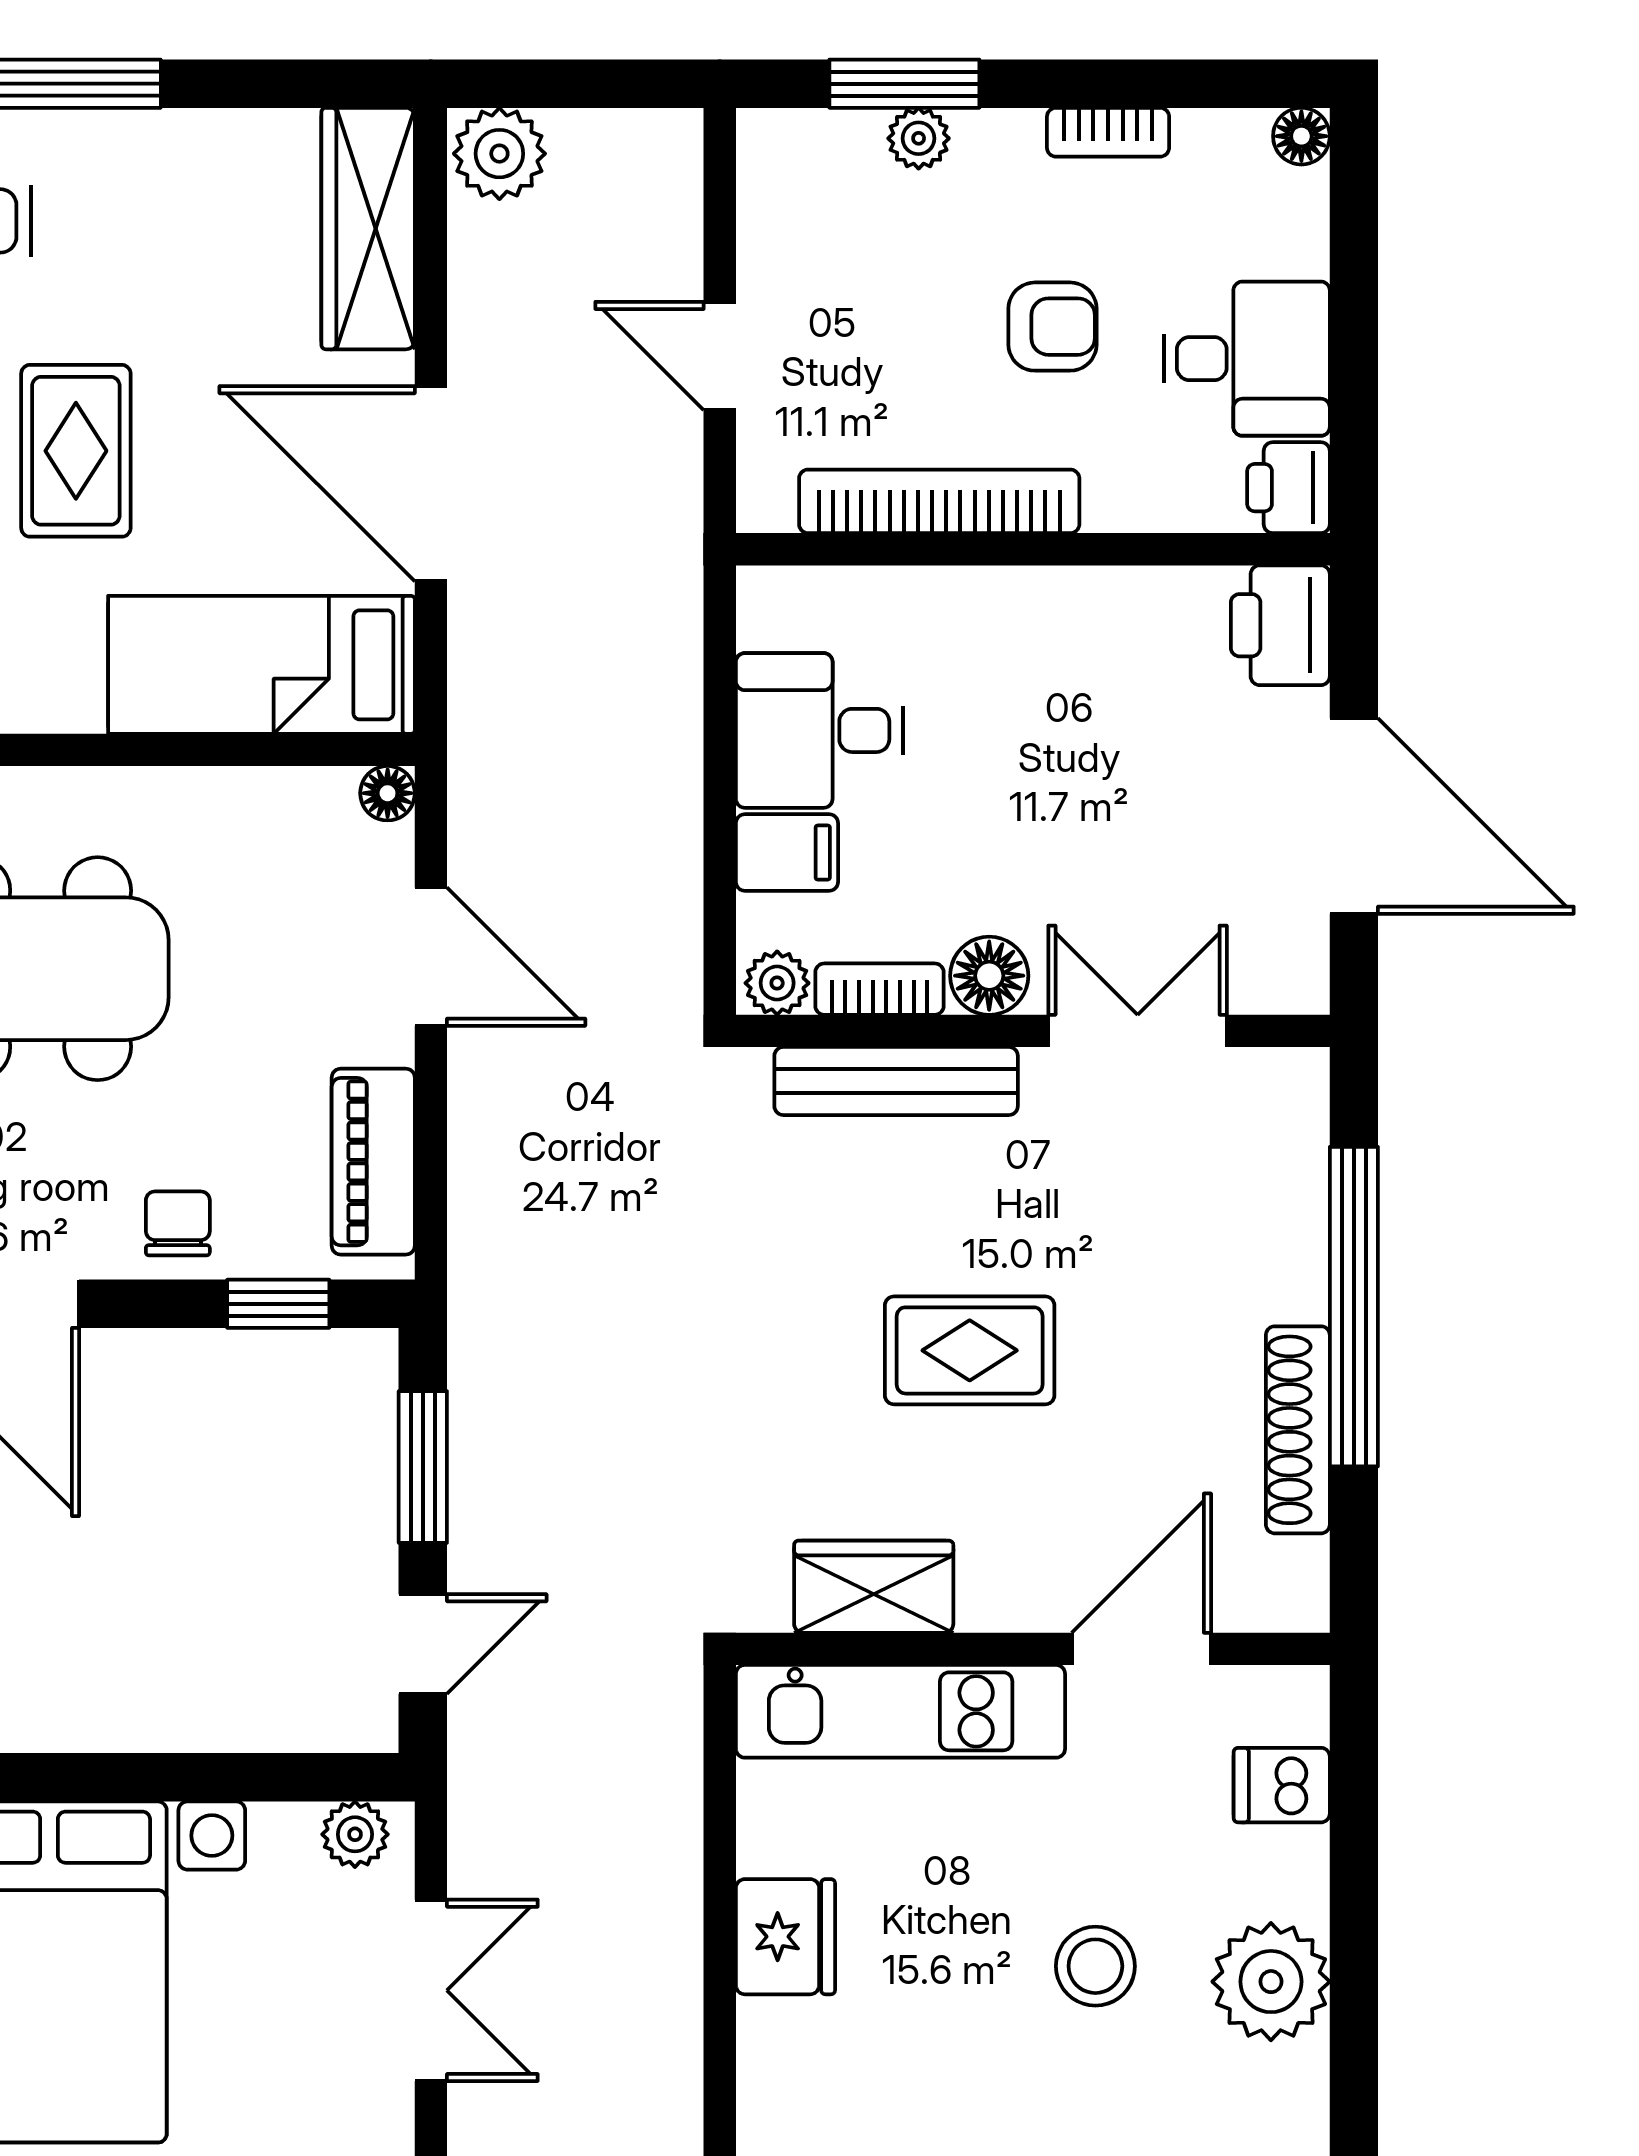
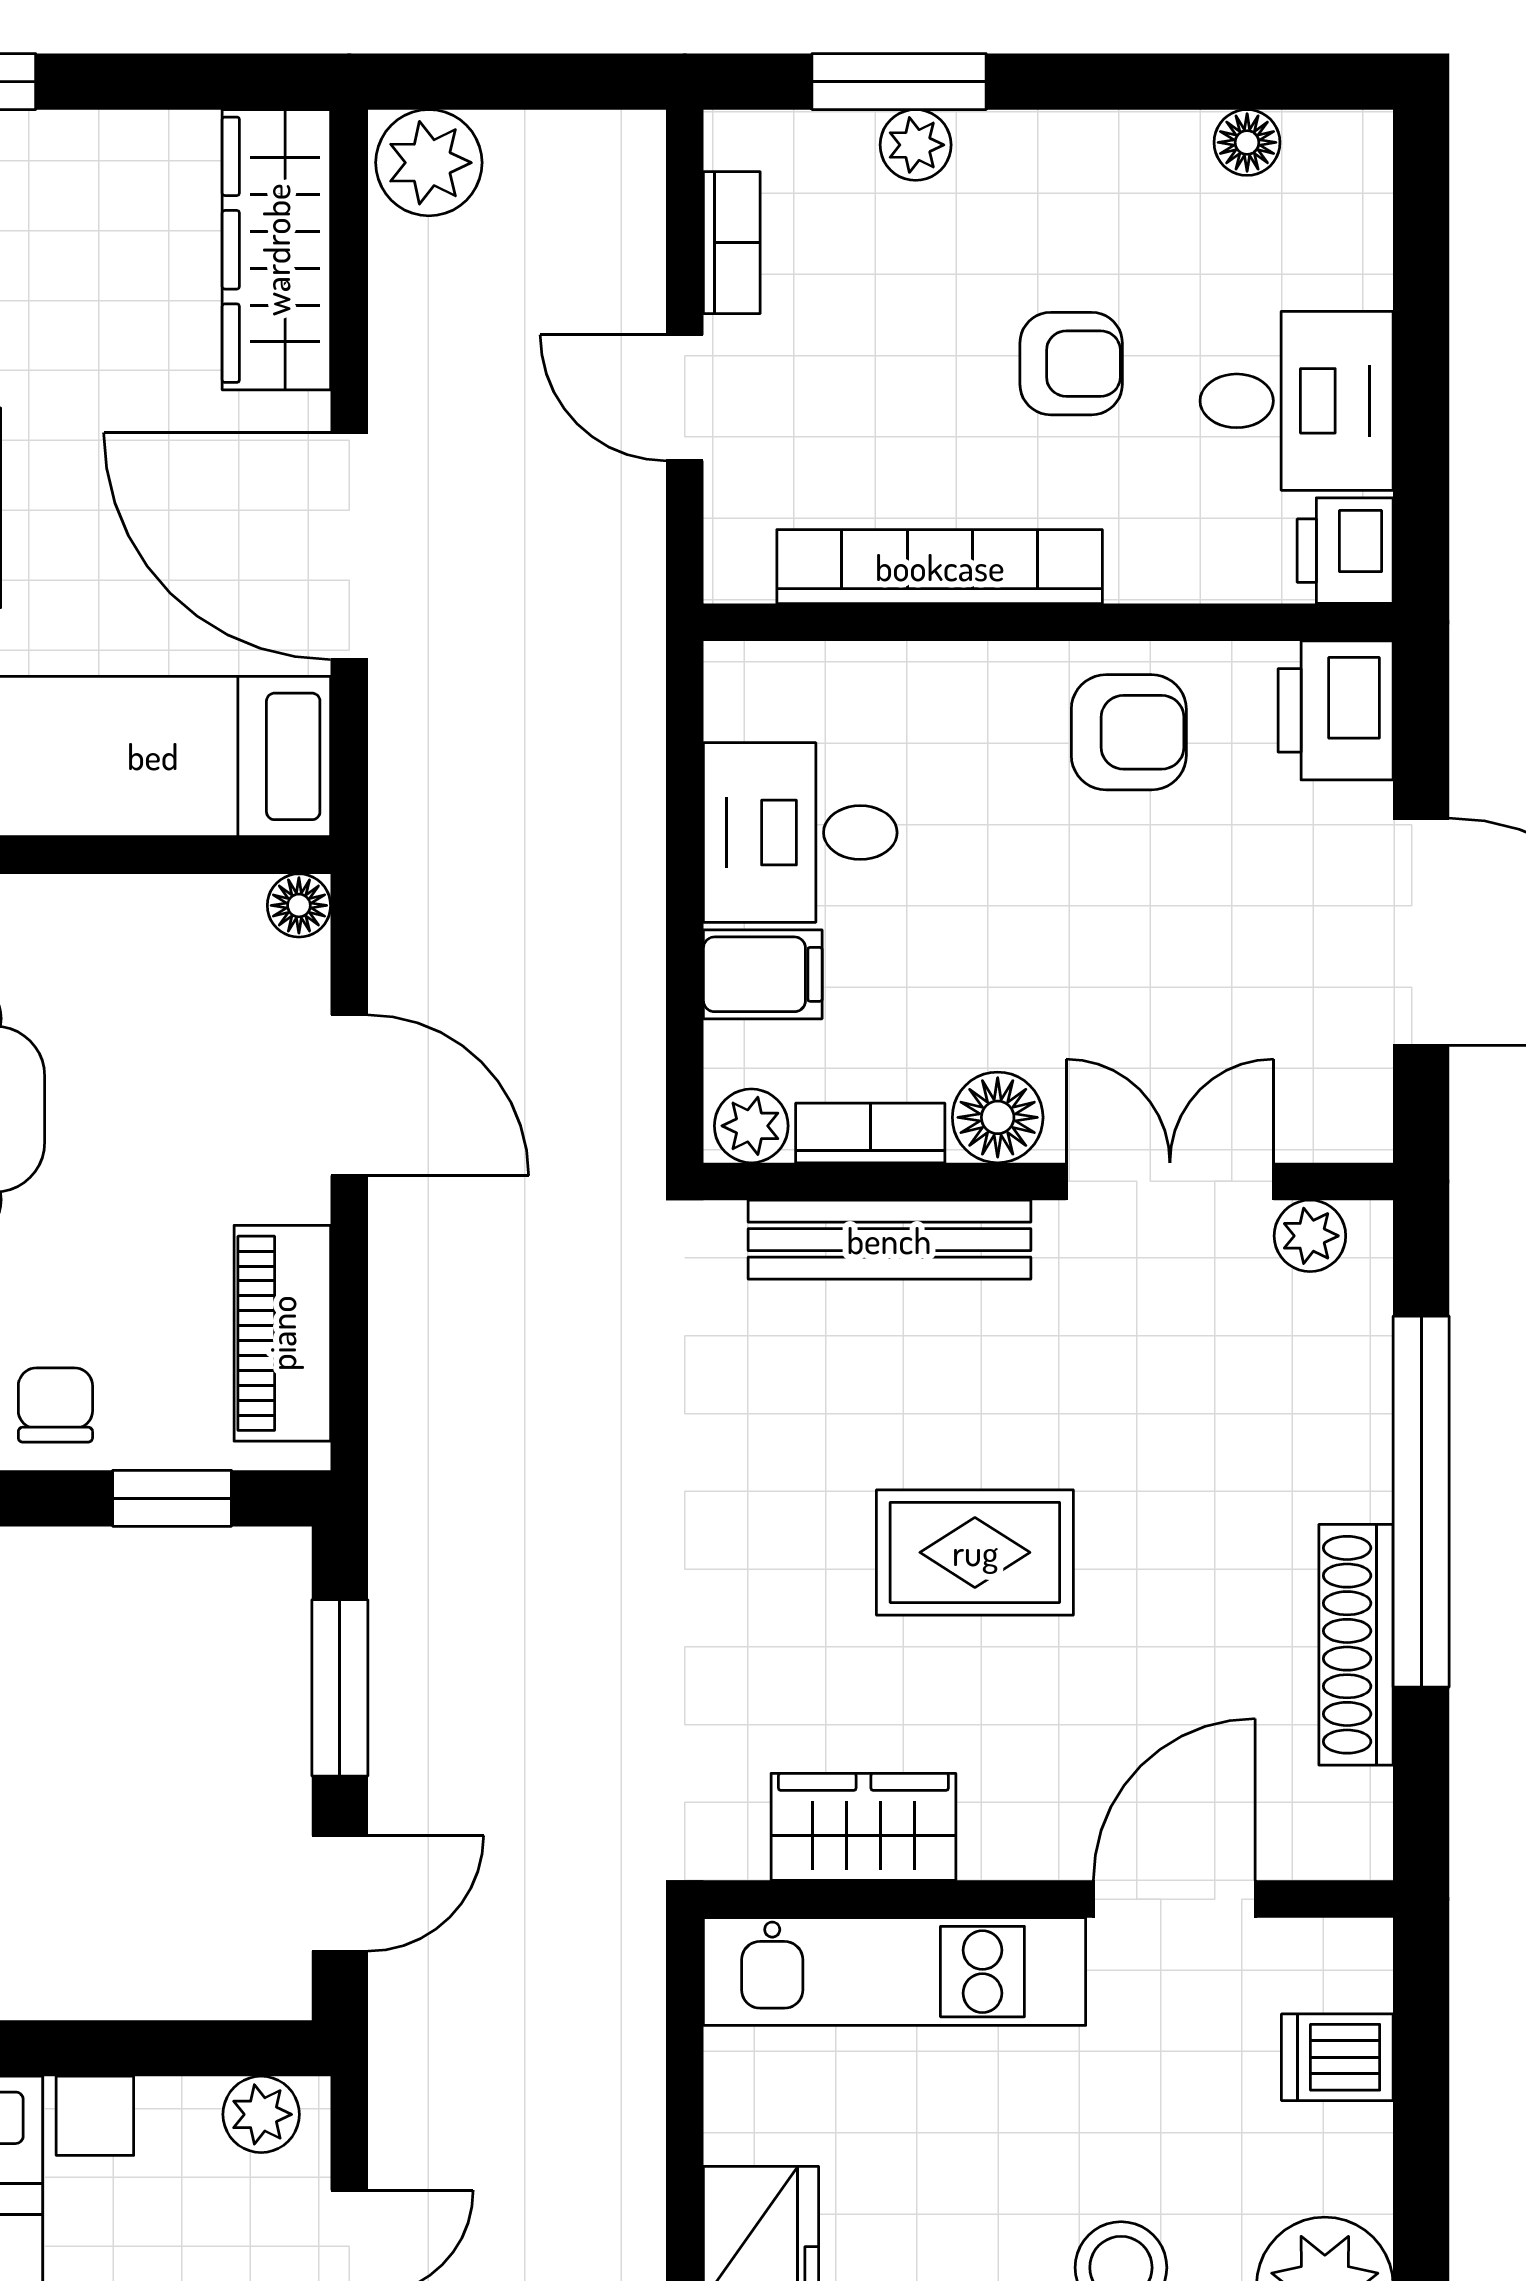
bookcase: (1108, 132) -> (732, 243), moved, turned -90
floor lamp: (1301, 136) -> (1247, 142), moved
armchair: (1102, 644) -> (1129, 732), added
plant: (1258, 1078) -> (1310, 1236), added

